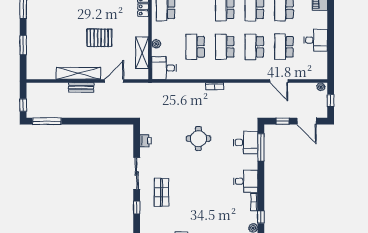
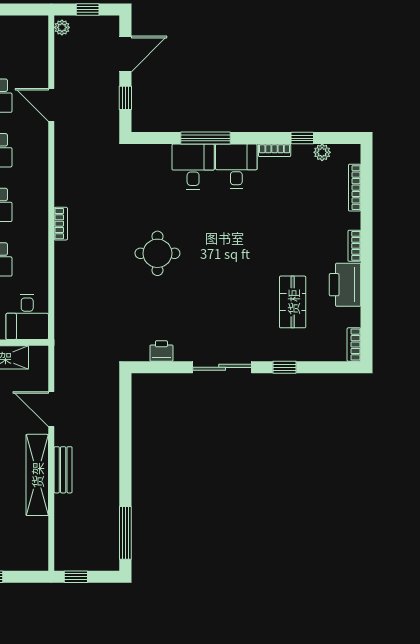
door: (279, 81) -> (51, 105), swing flipped
window: (23, 105) -> (76, 577), moved
desk: (245, 142) -> (193, 167), moved
window: (261, 147) -> (205, 138), moved
shop shelf: (161, 192) -> (293, 302), moved, turned 90

